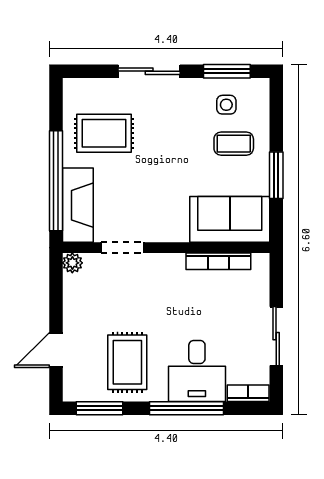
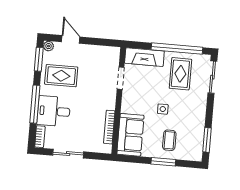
sliding door: (149, 71) -> (212, 77), moved
side table: (226, 105) -> (163, 109), moved
window: (276, 175) -> (163, 162), moved
window: (56, 181) -> (177, 48), moved
plant: (72, 263) -> (49, 46), moved

